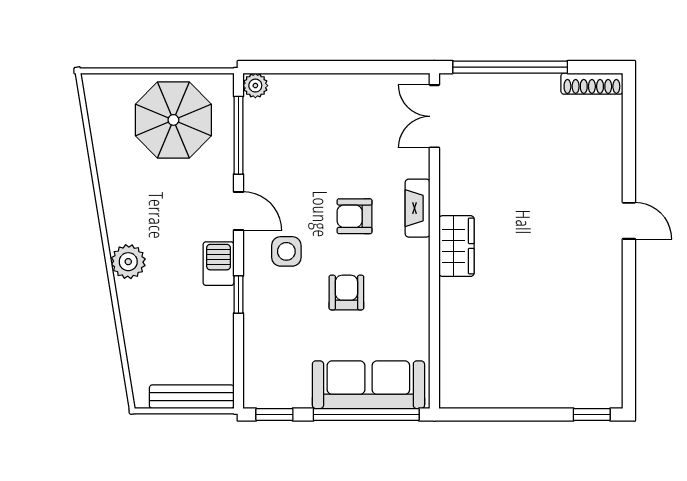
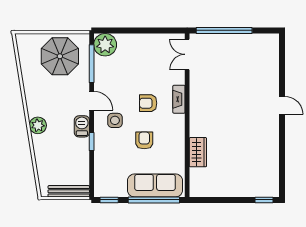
shoe rack: (592, 84) -> (264, 39), removed
plant: (255, 86) -> (105, 45), width x1.87, depth x1.87
wardrobe: (456, 246) -> (198, 152), moved

